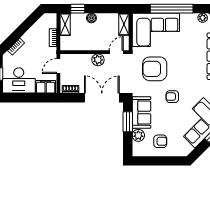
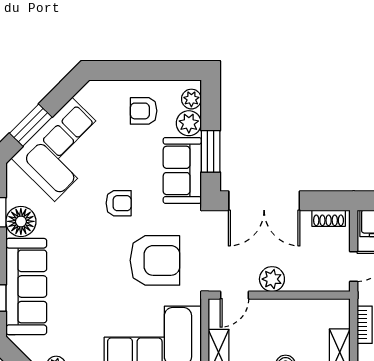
plant: (137, 147) -> (191, 99), added

